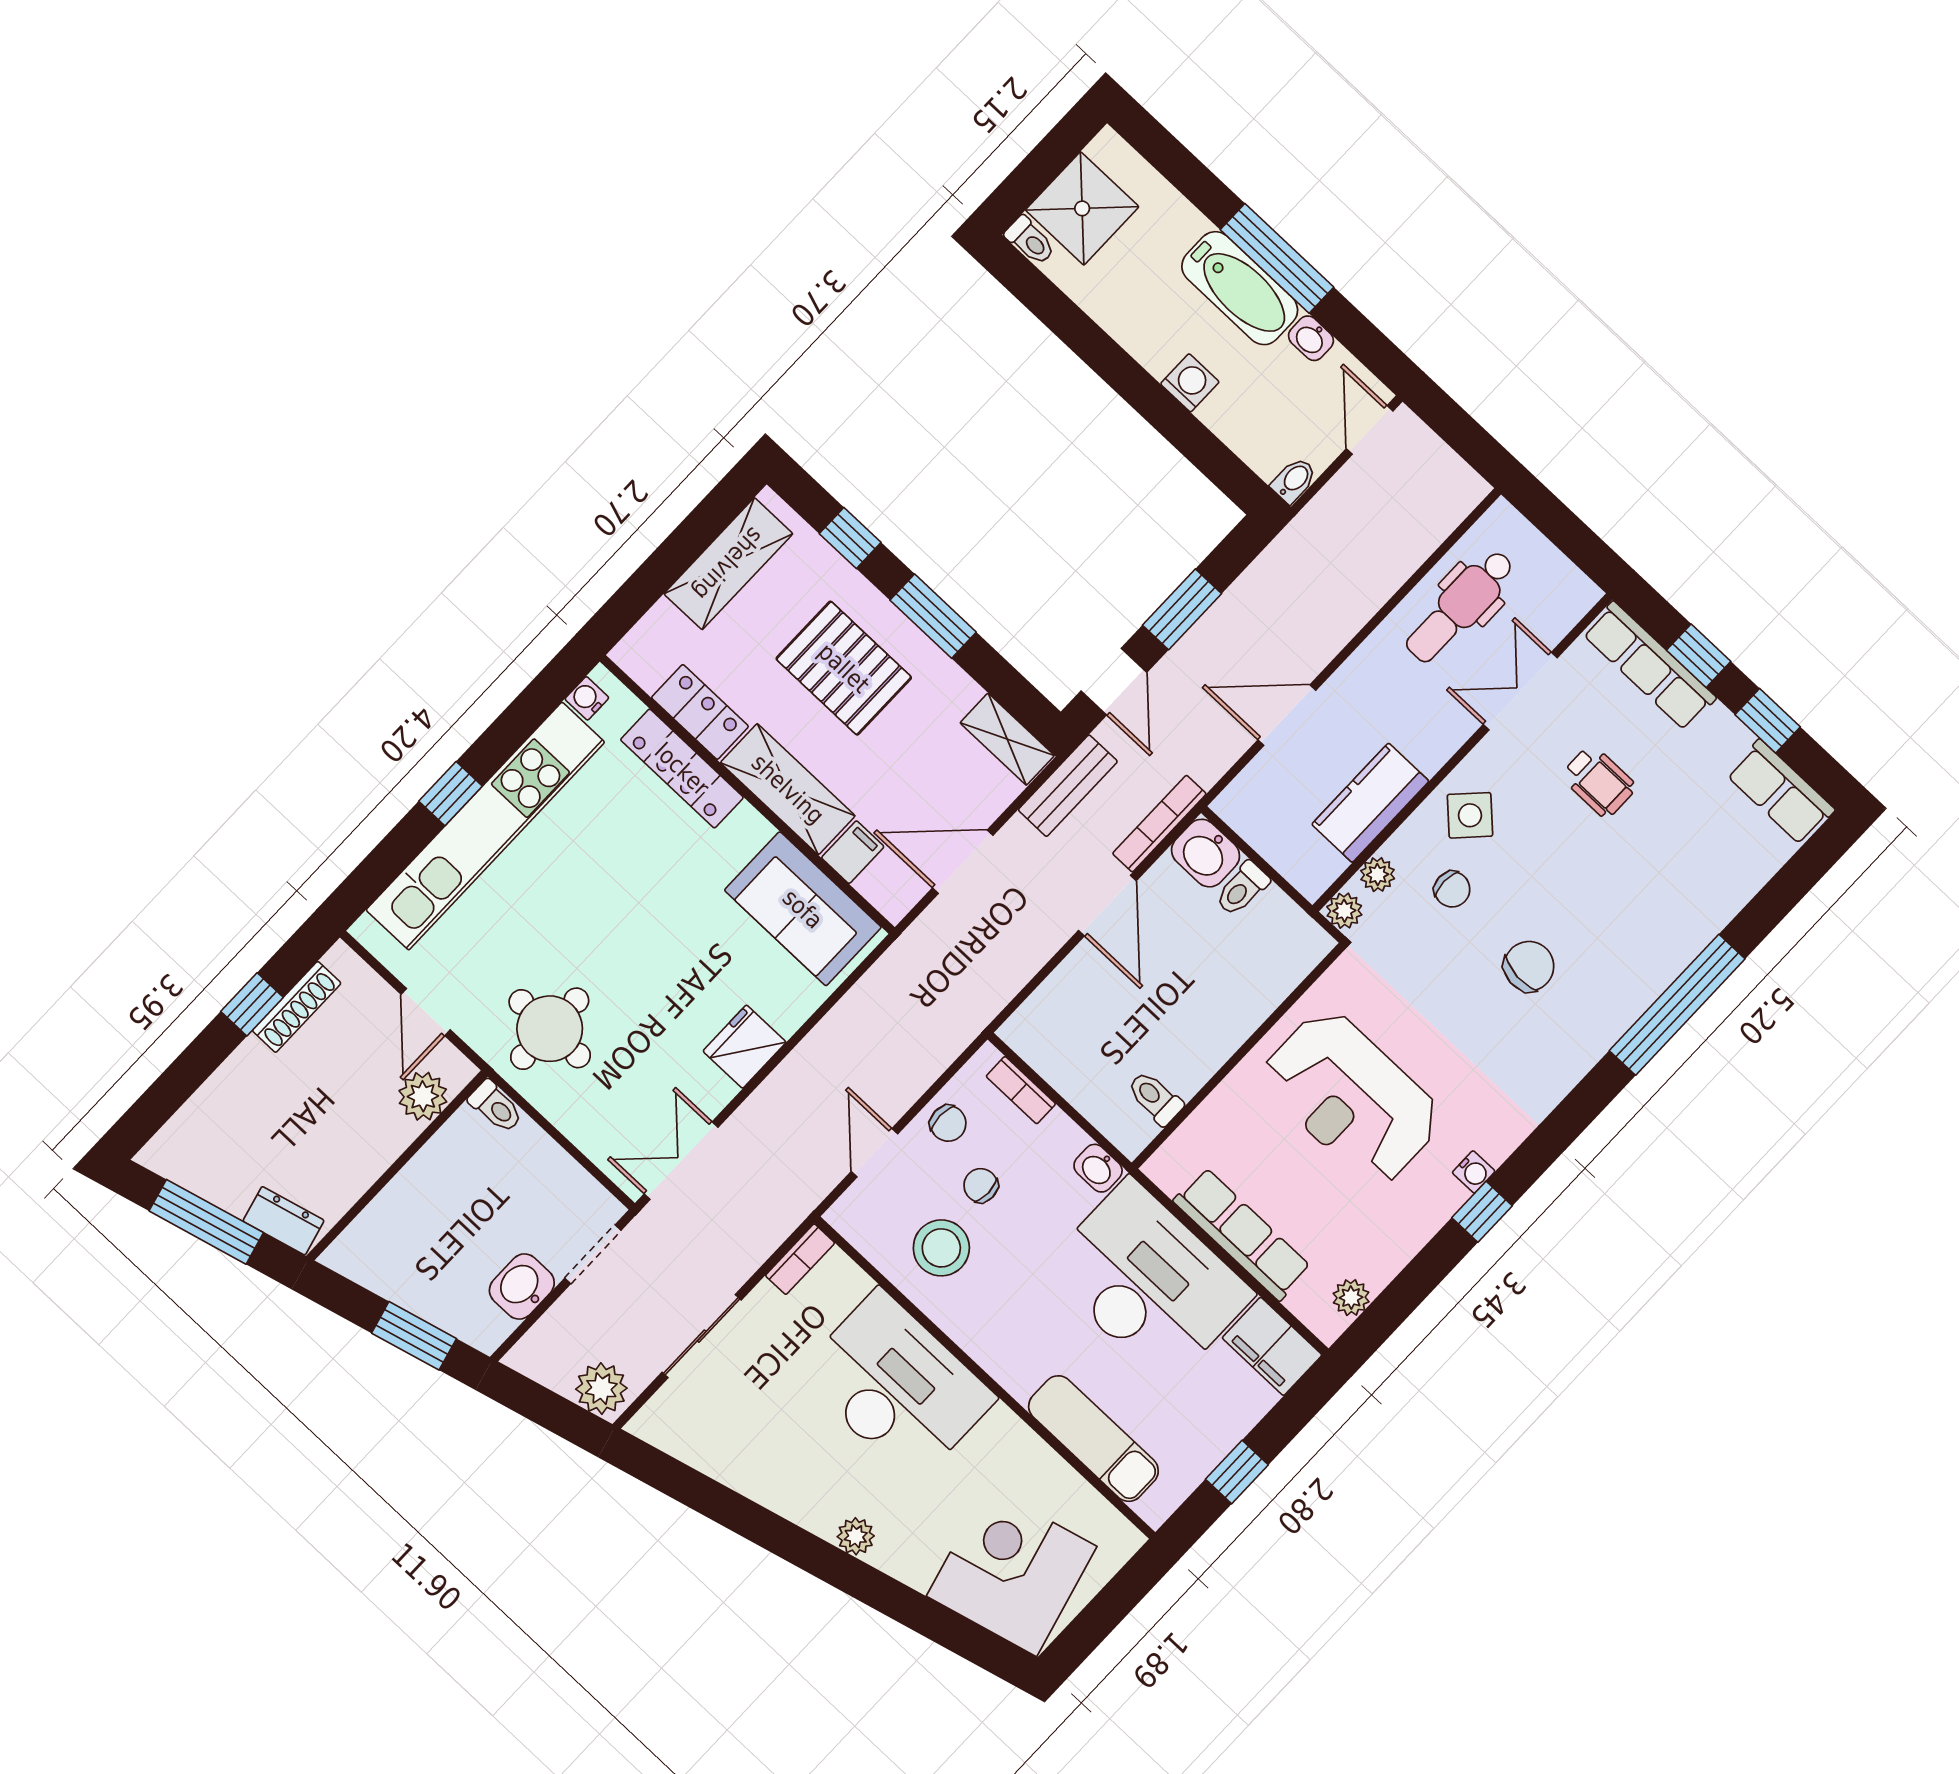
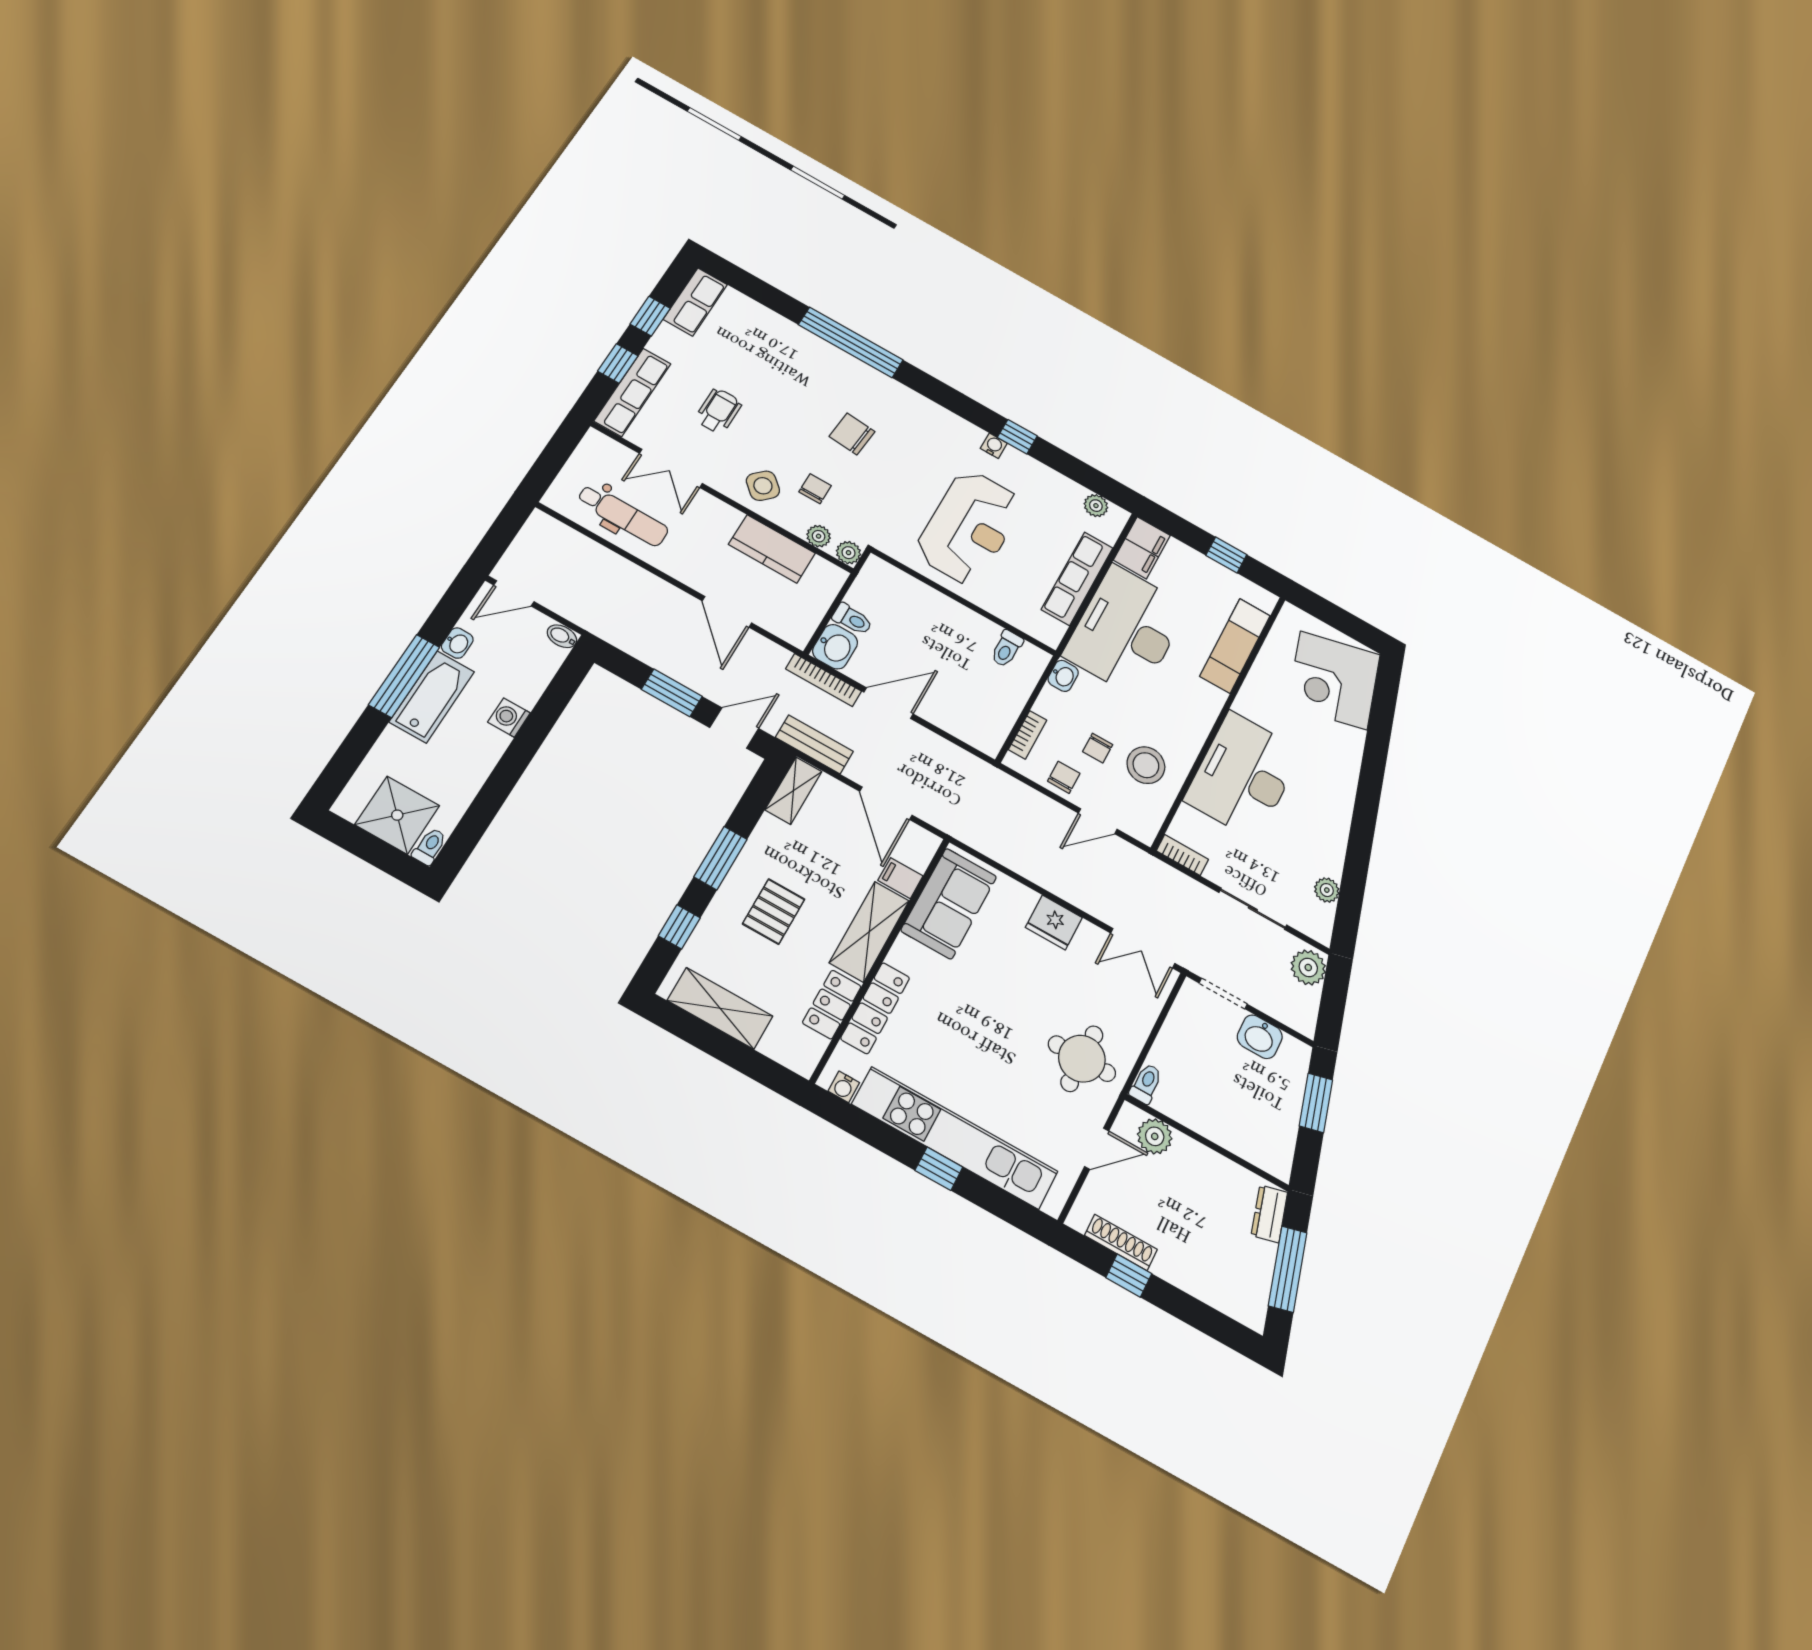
pallet: (844, 668) -> (774, 911), width x0.67, depth x0.71
plant: (856, 1536) -> (1327, 890), moved

